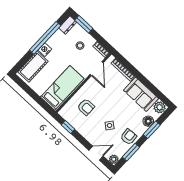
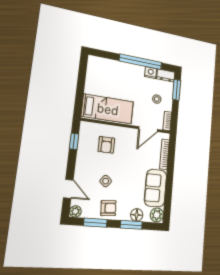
nightstand: (45, 50) -> (151, 73), moved
cot: (33, 67) -> (107, 67), removed

